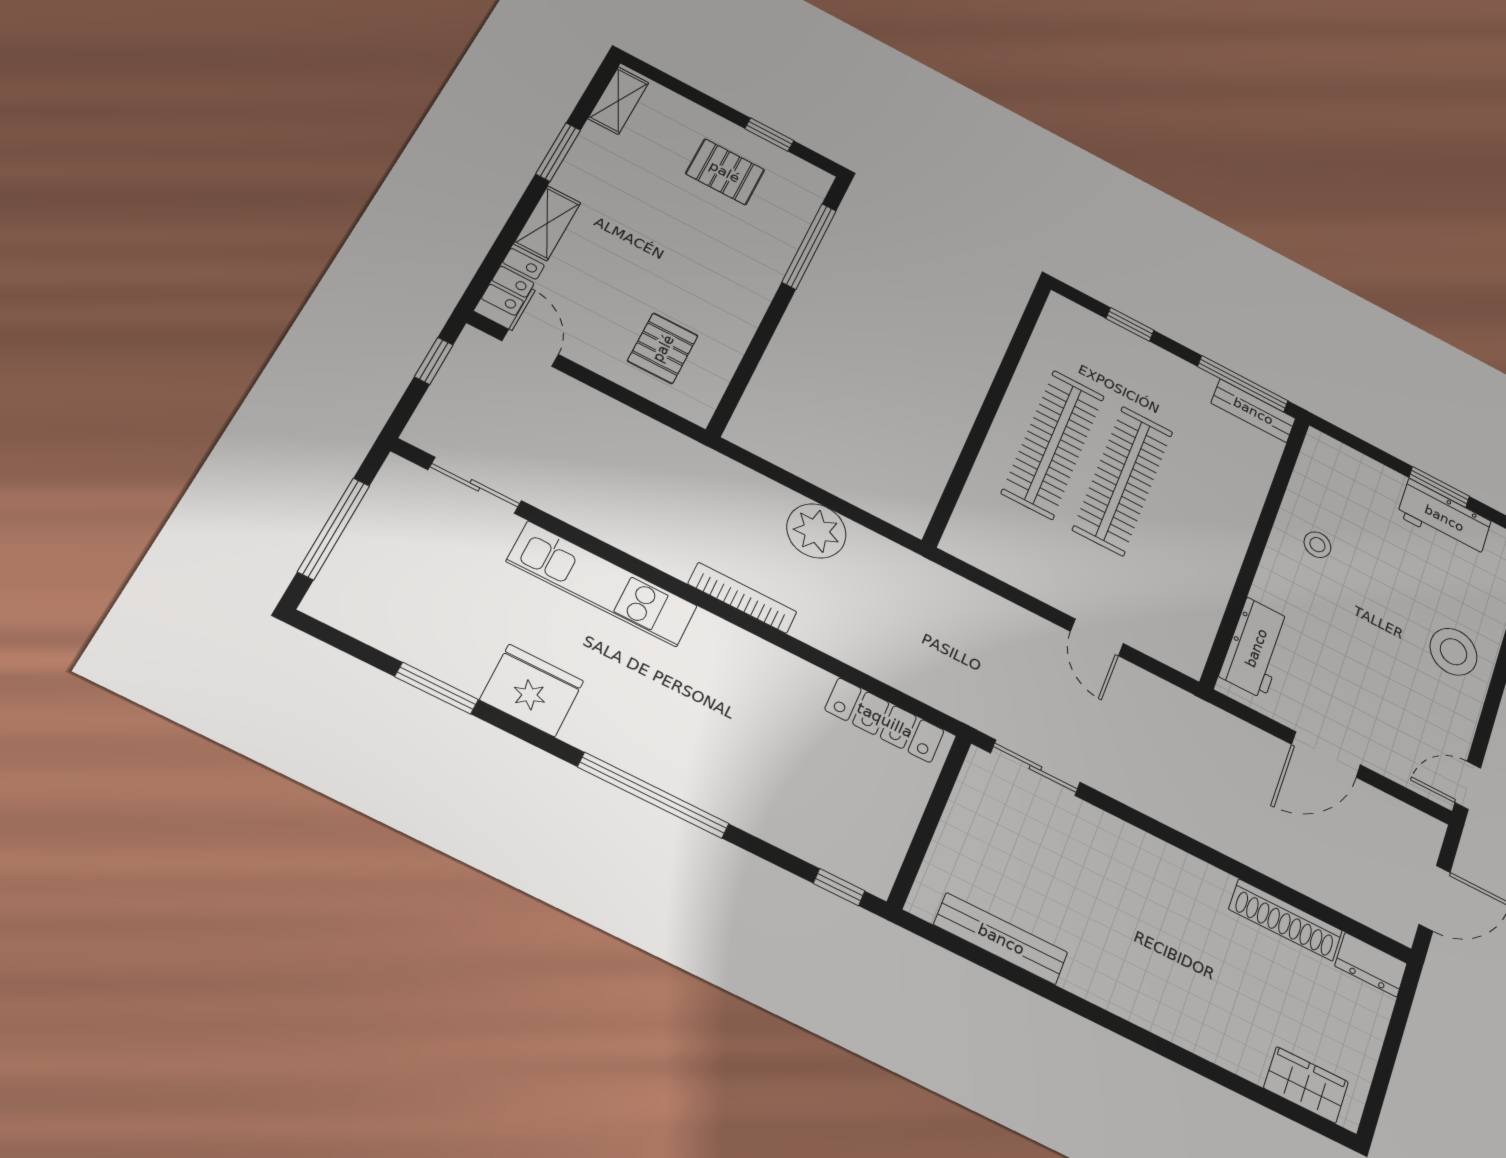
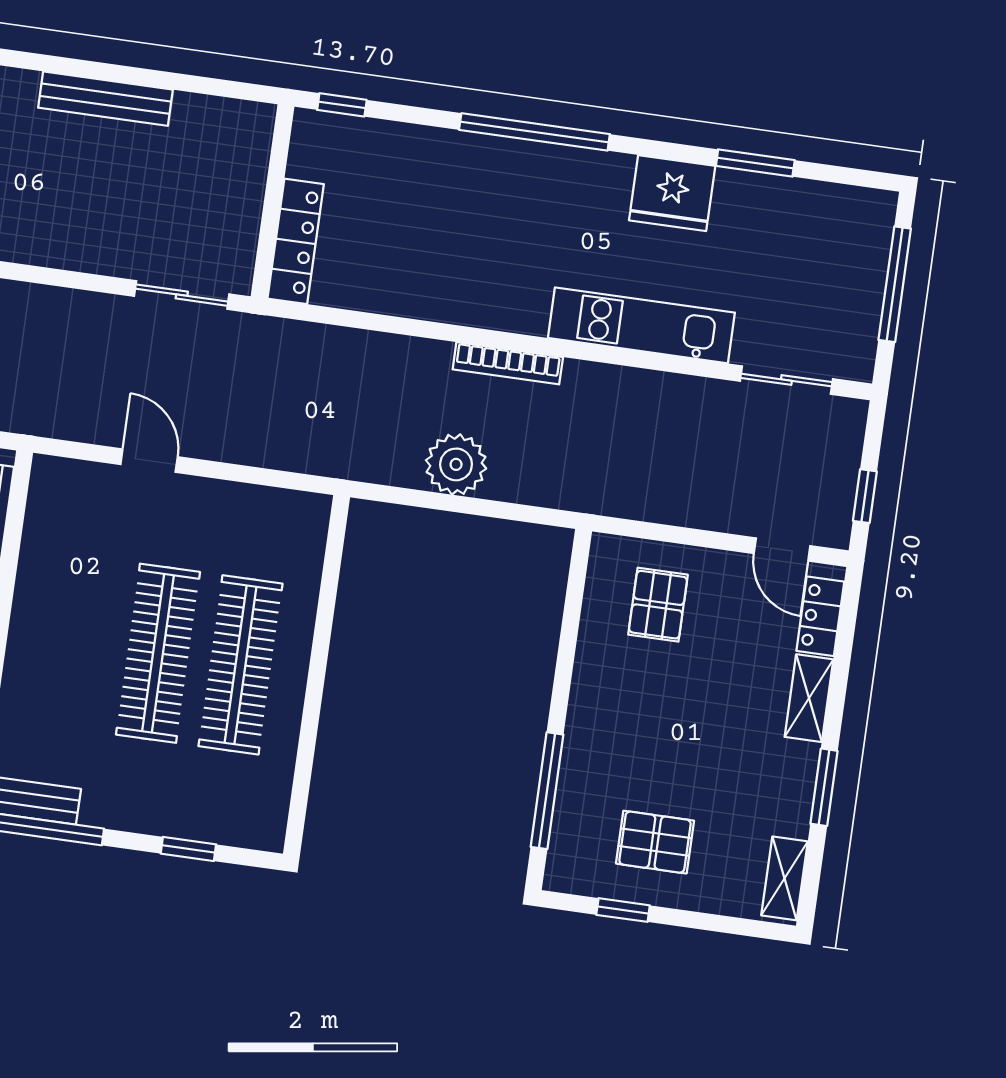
locker: (885, 720) -> (296, 241), moved, turned 90
bench: (1001, 939) -> (105, 99), moved

